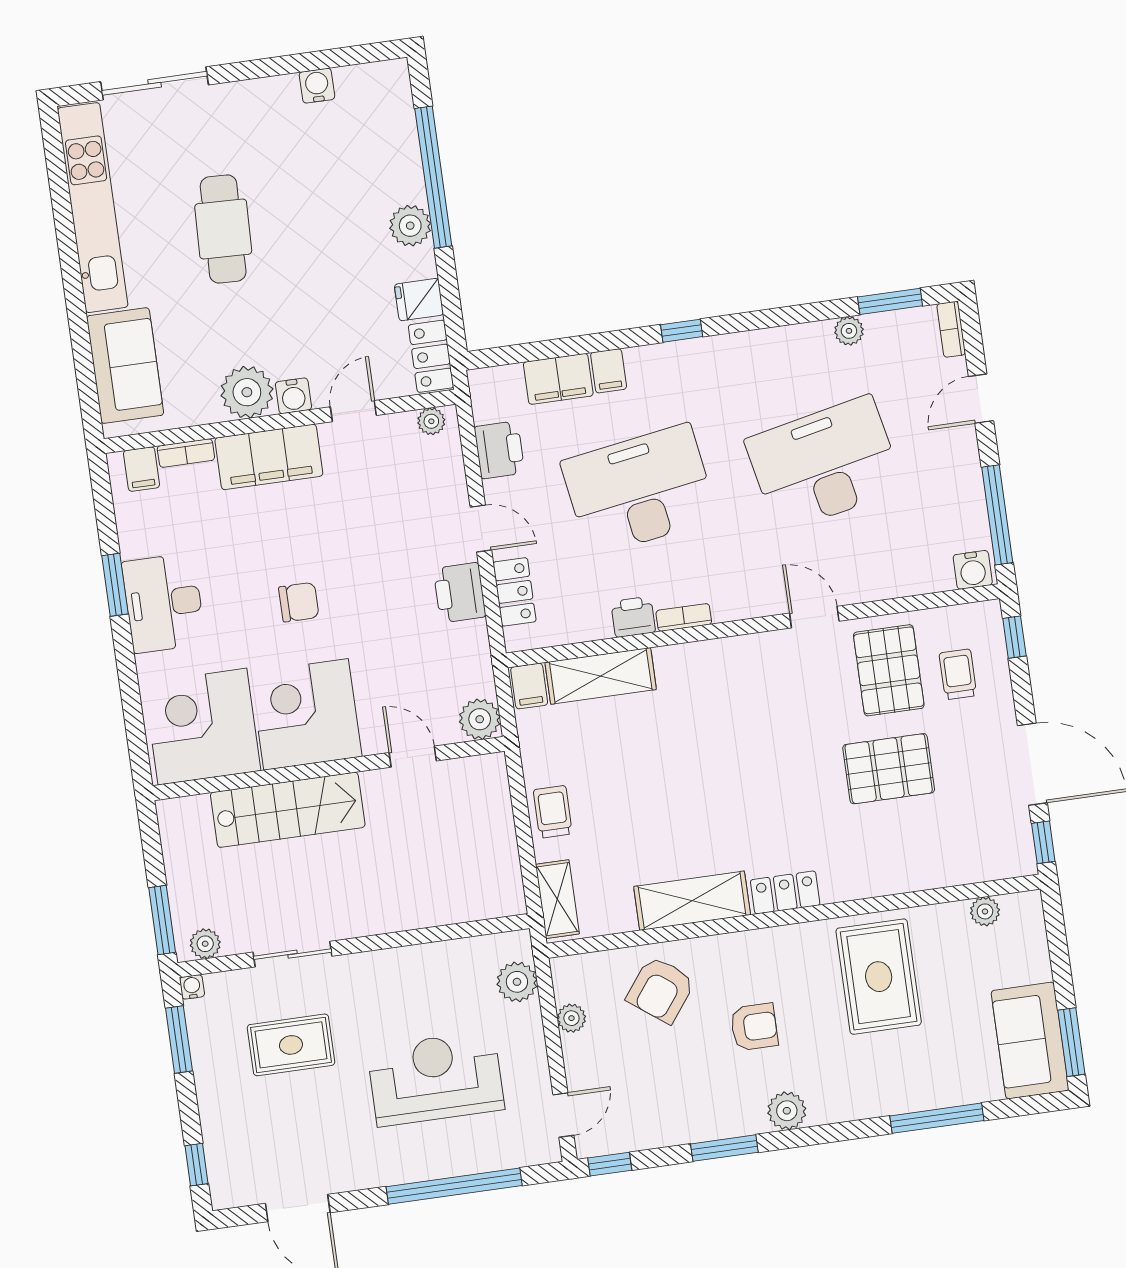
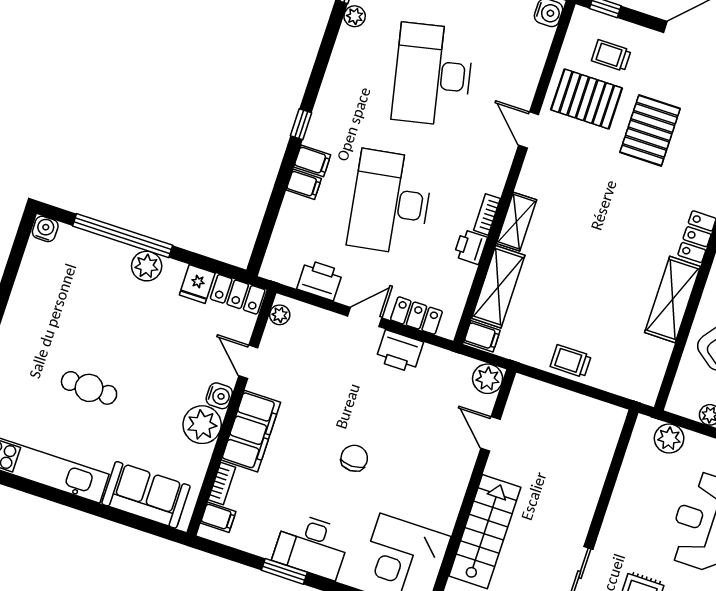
water cooler: (317, 86) -> (45, 229), moved, turned 90
cafe table: (223, 229) -> (89, 388), width x0.73, depth x0.74
filing cabinet: (558, 379) -> (312, 161), moved, width x0.50
door: (814, 617) -> (528, 130), hinge flipped
corner desk: (306, 714) -> (429, 489), removed
door: (413, 757) -> (490, 434), hinge flipped
shelving: (557, 899) -> (516, 222), moved, turned 90

